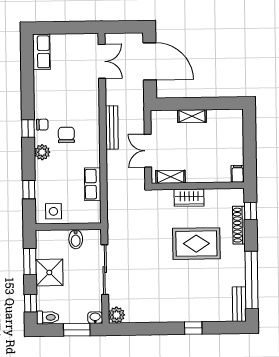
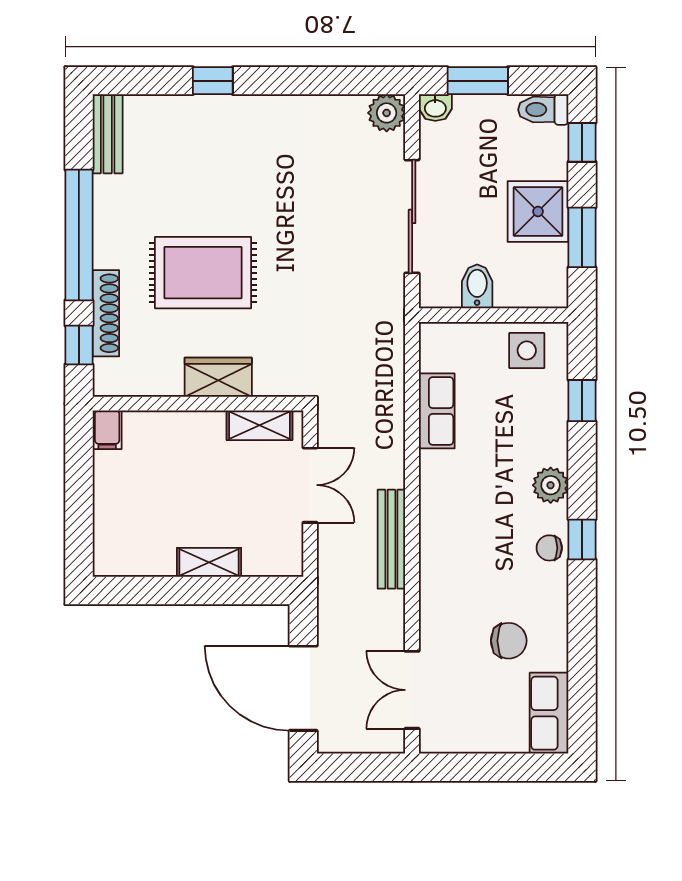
chair: (66, 135) -> (509, 641), moved, turned -90
window: (251, 280) -> (79, 235), moved

